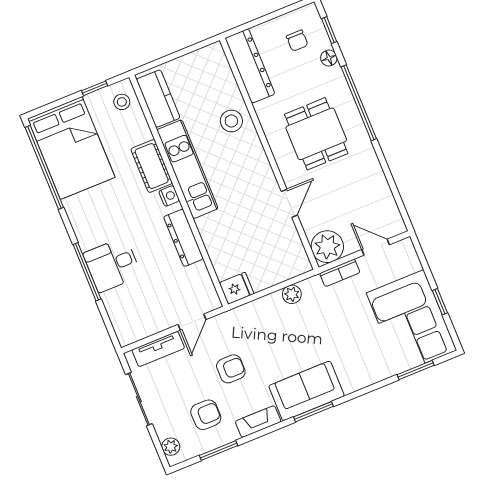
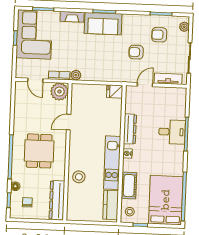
cot: (152, 166) -> (129, 186), moved
plant: (292, 294) -> (76, 75), moved
fireplace: (258, 422) -> (72, 17), moved

